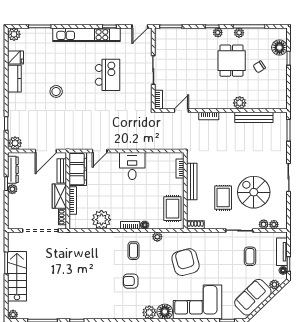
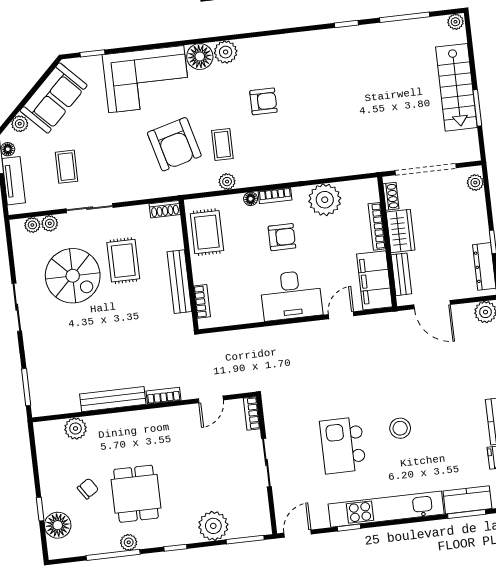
plant: (218, 32) -> (213, 526), moved, width x1.88, depth x1.88
kitchen counter: (38, 35) -> (467, 500), added
stool: (56, 91) -> (400, 428), moved
plant: (240, 103) -> (75, 428), moved
bench: (254, 117) -> (113, 399), moved
door: (46, 151) -> (432, 305), swing flipped
desk: (132, 166) -> (291, 295), width x1.37
plant: (12, 189) -> (475, 183), moved
armchair: (129, 201) -> (282, 237), added
coffee table: (133, 251) -> (222, 144), moved

